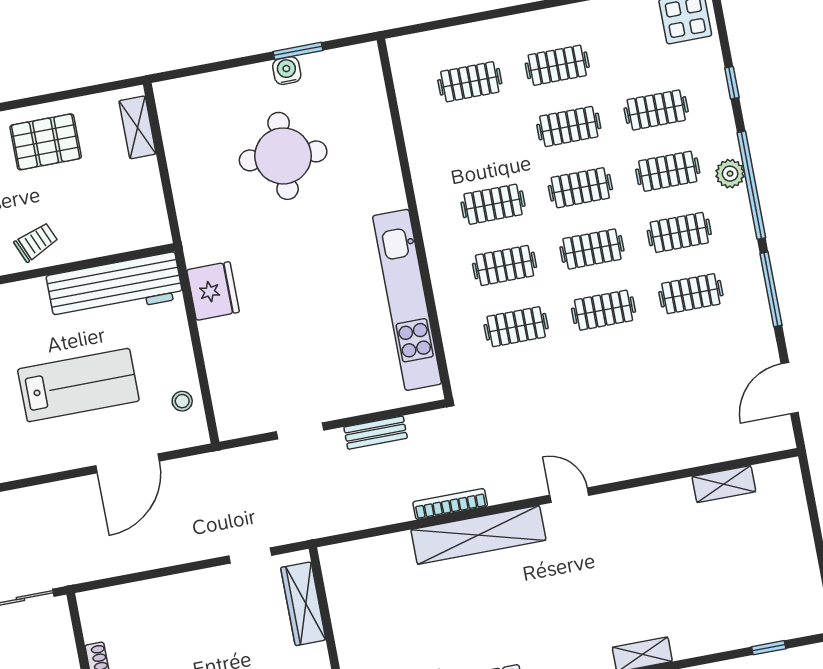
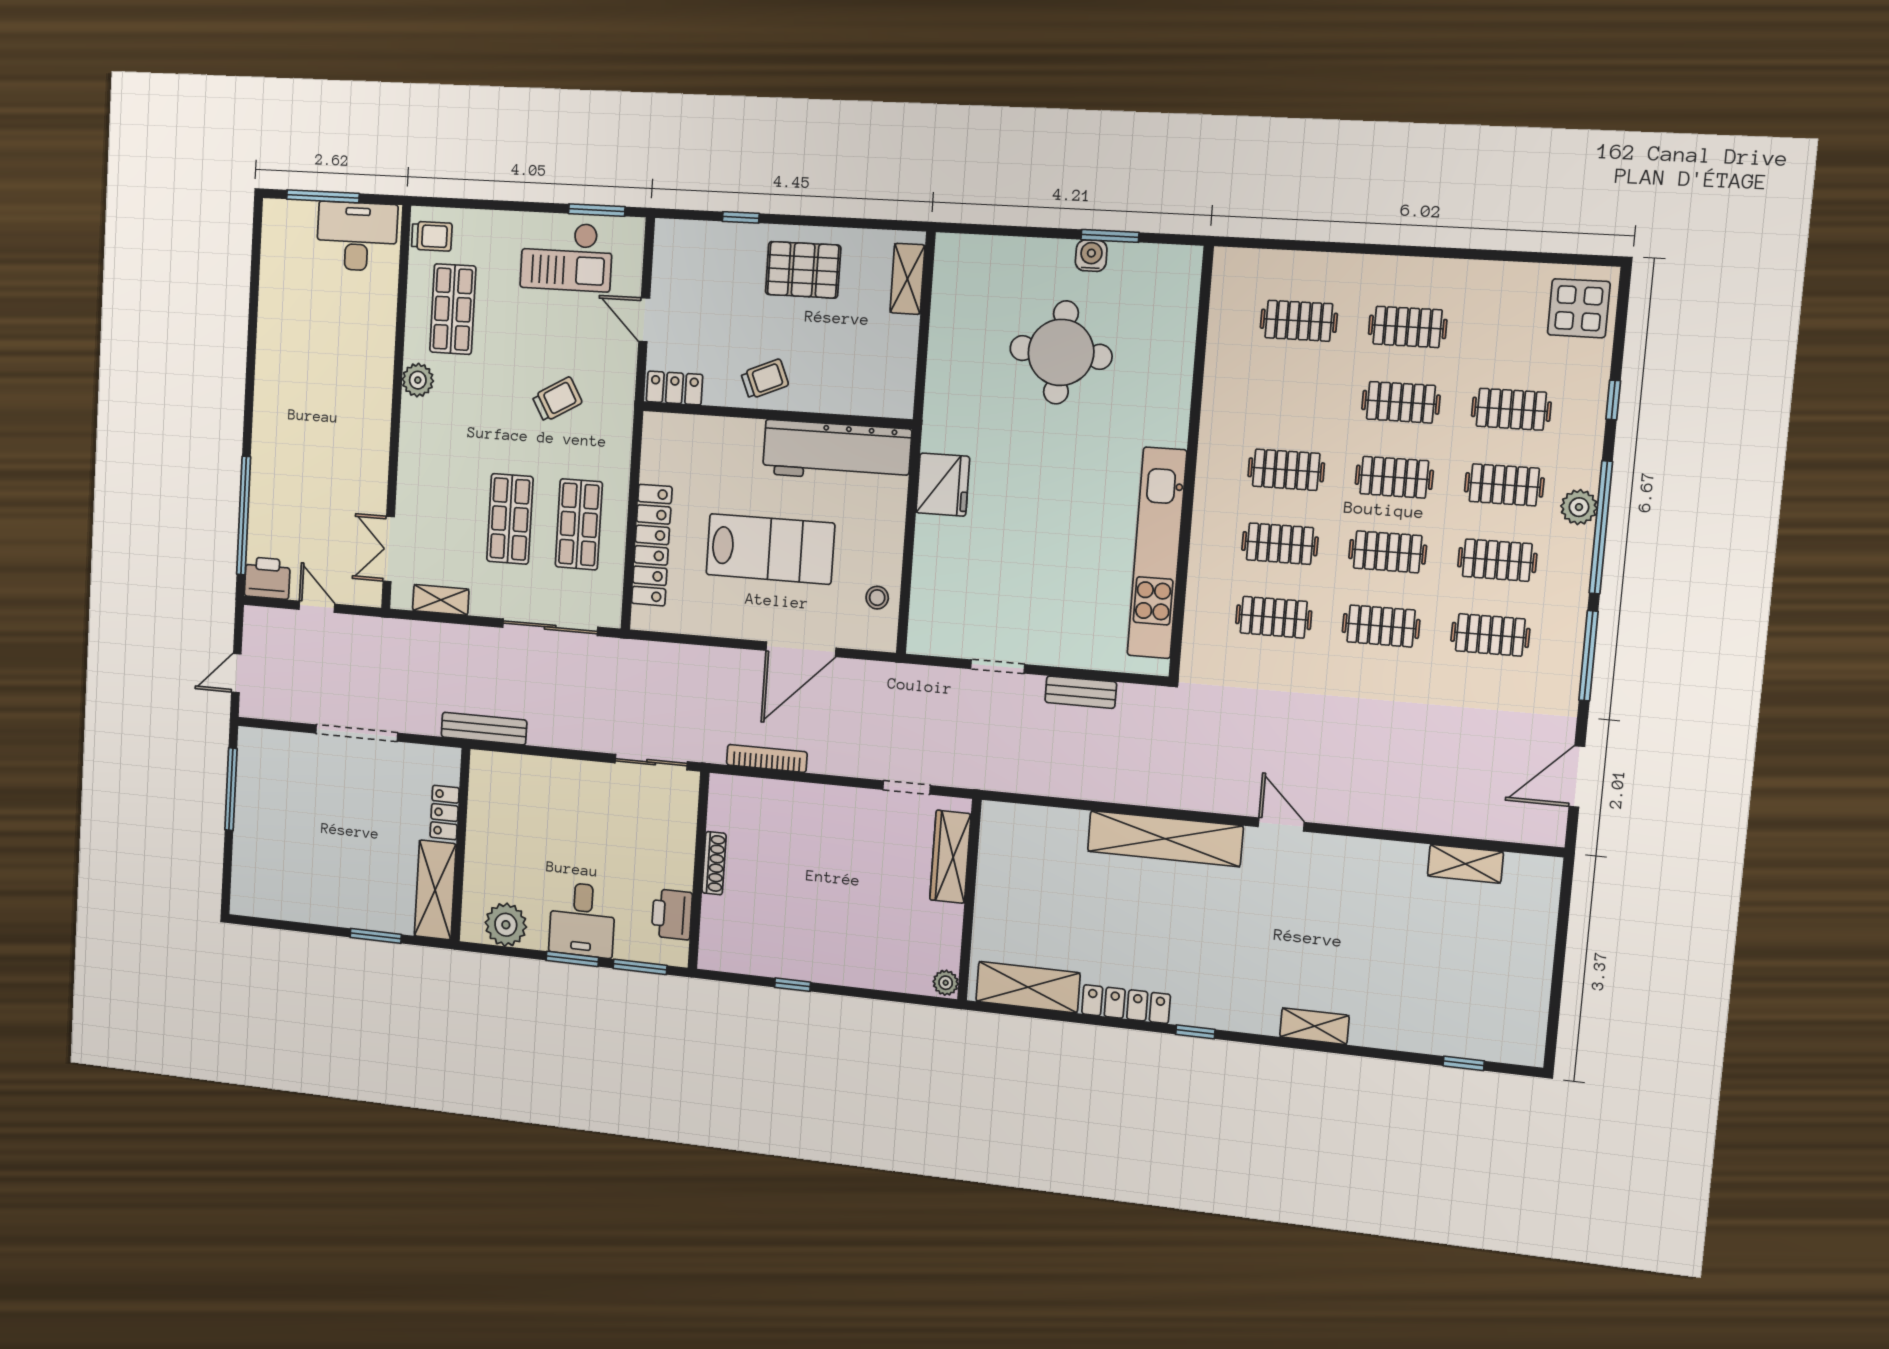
bookcase: (450, 504) -> (767, 758), moved

